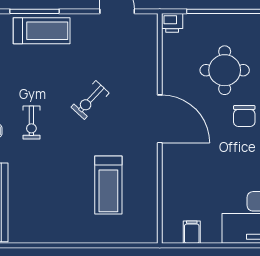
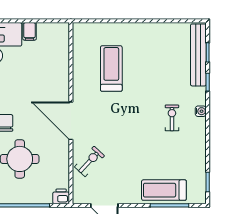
exercise bike: (90, 100) -> (90, 161), moved
filing cabinet: (192, 232) -> (30, 31), moved

